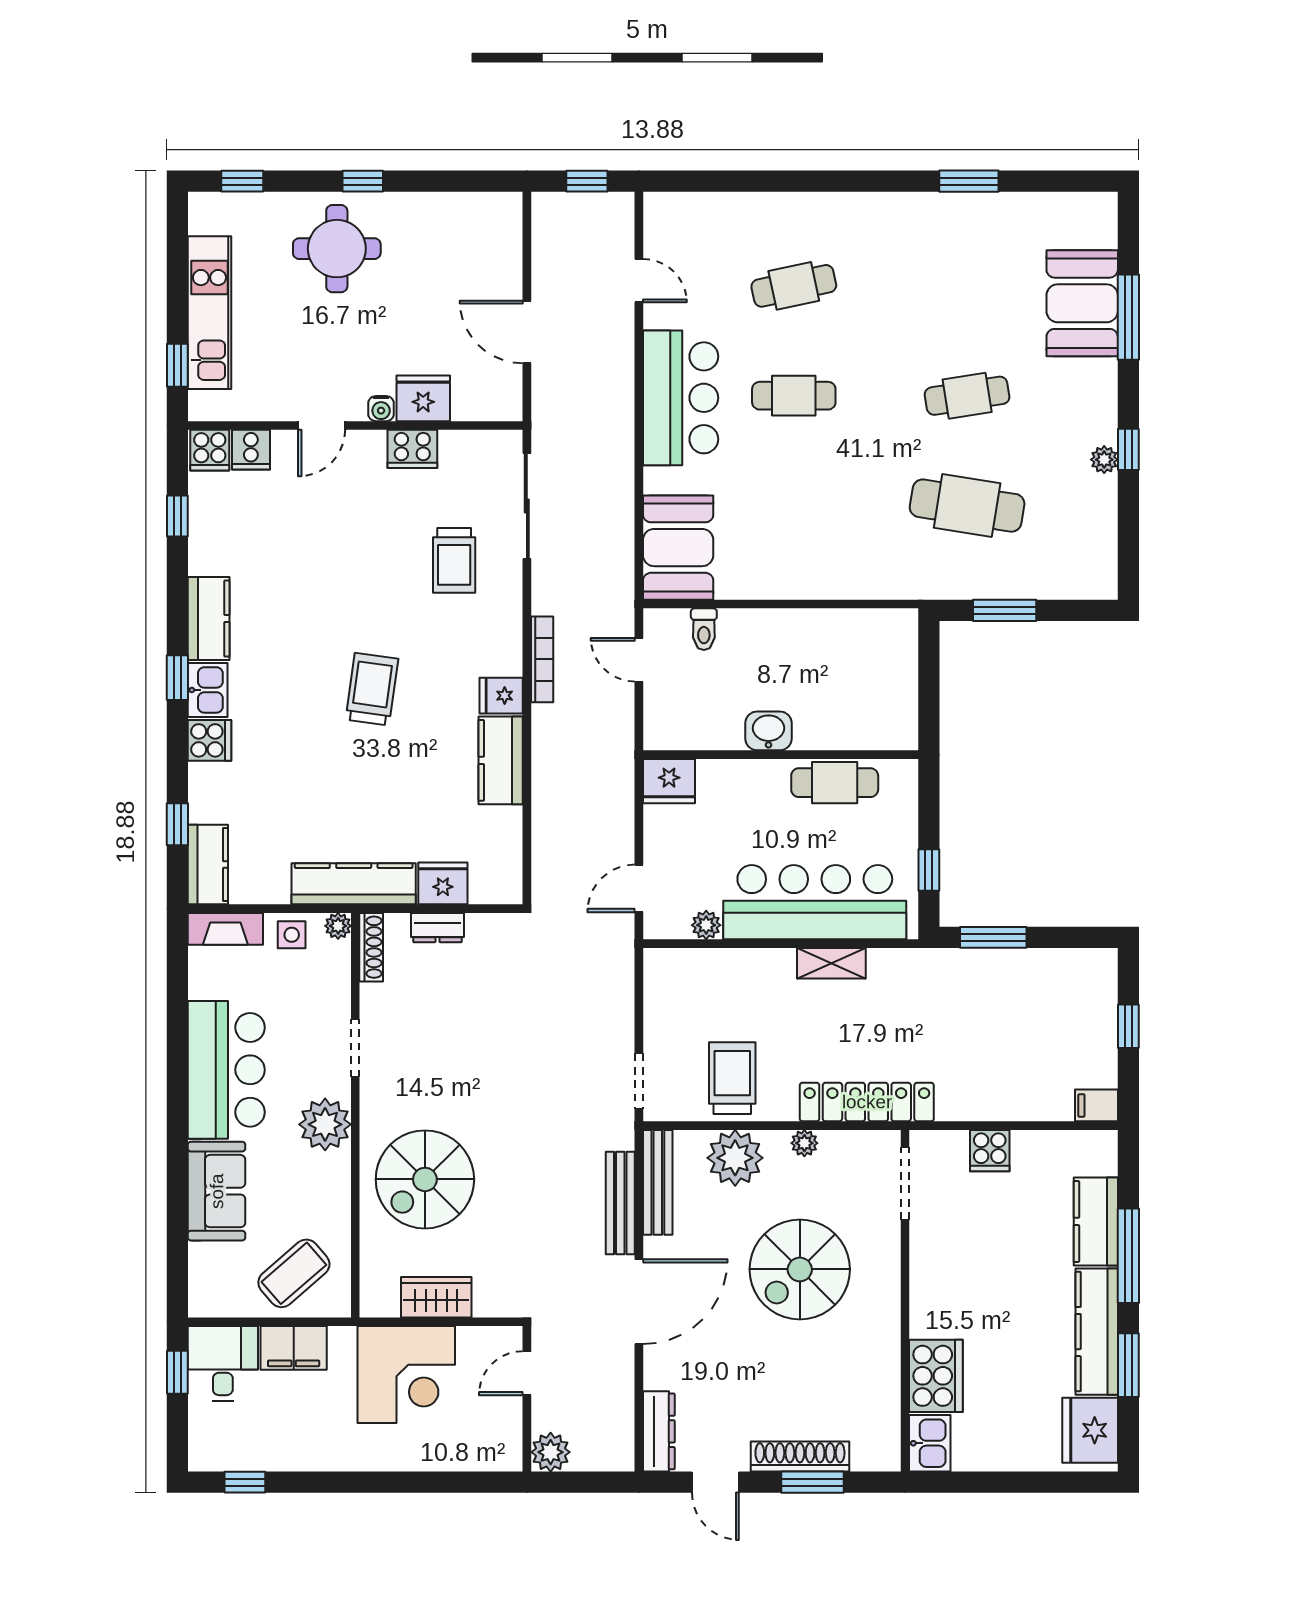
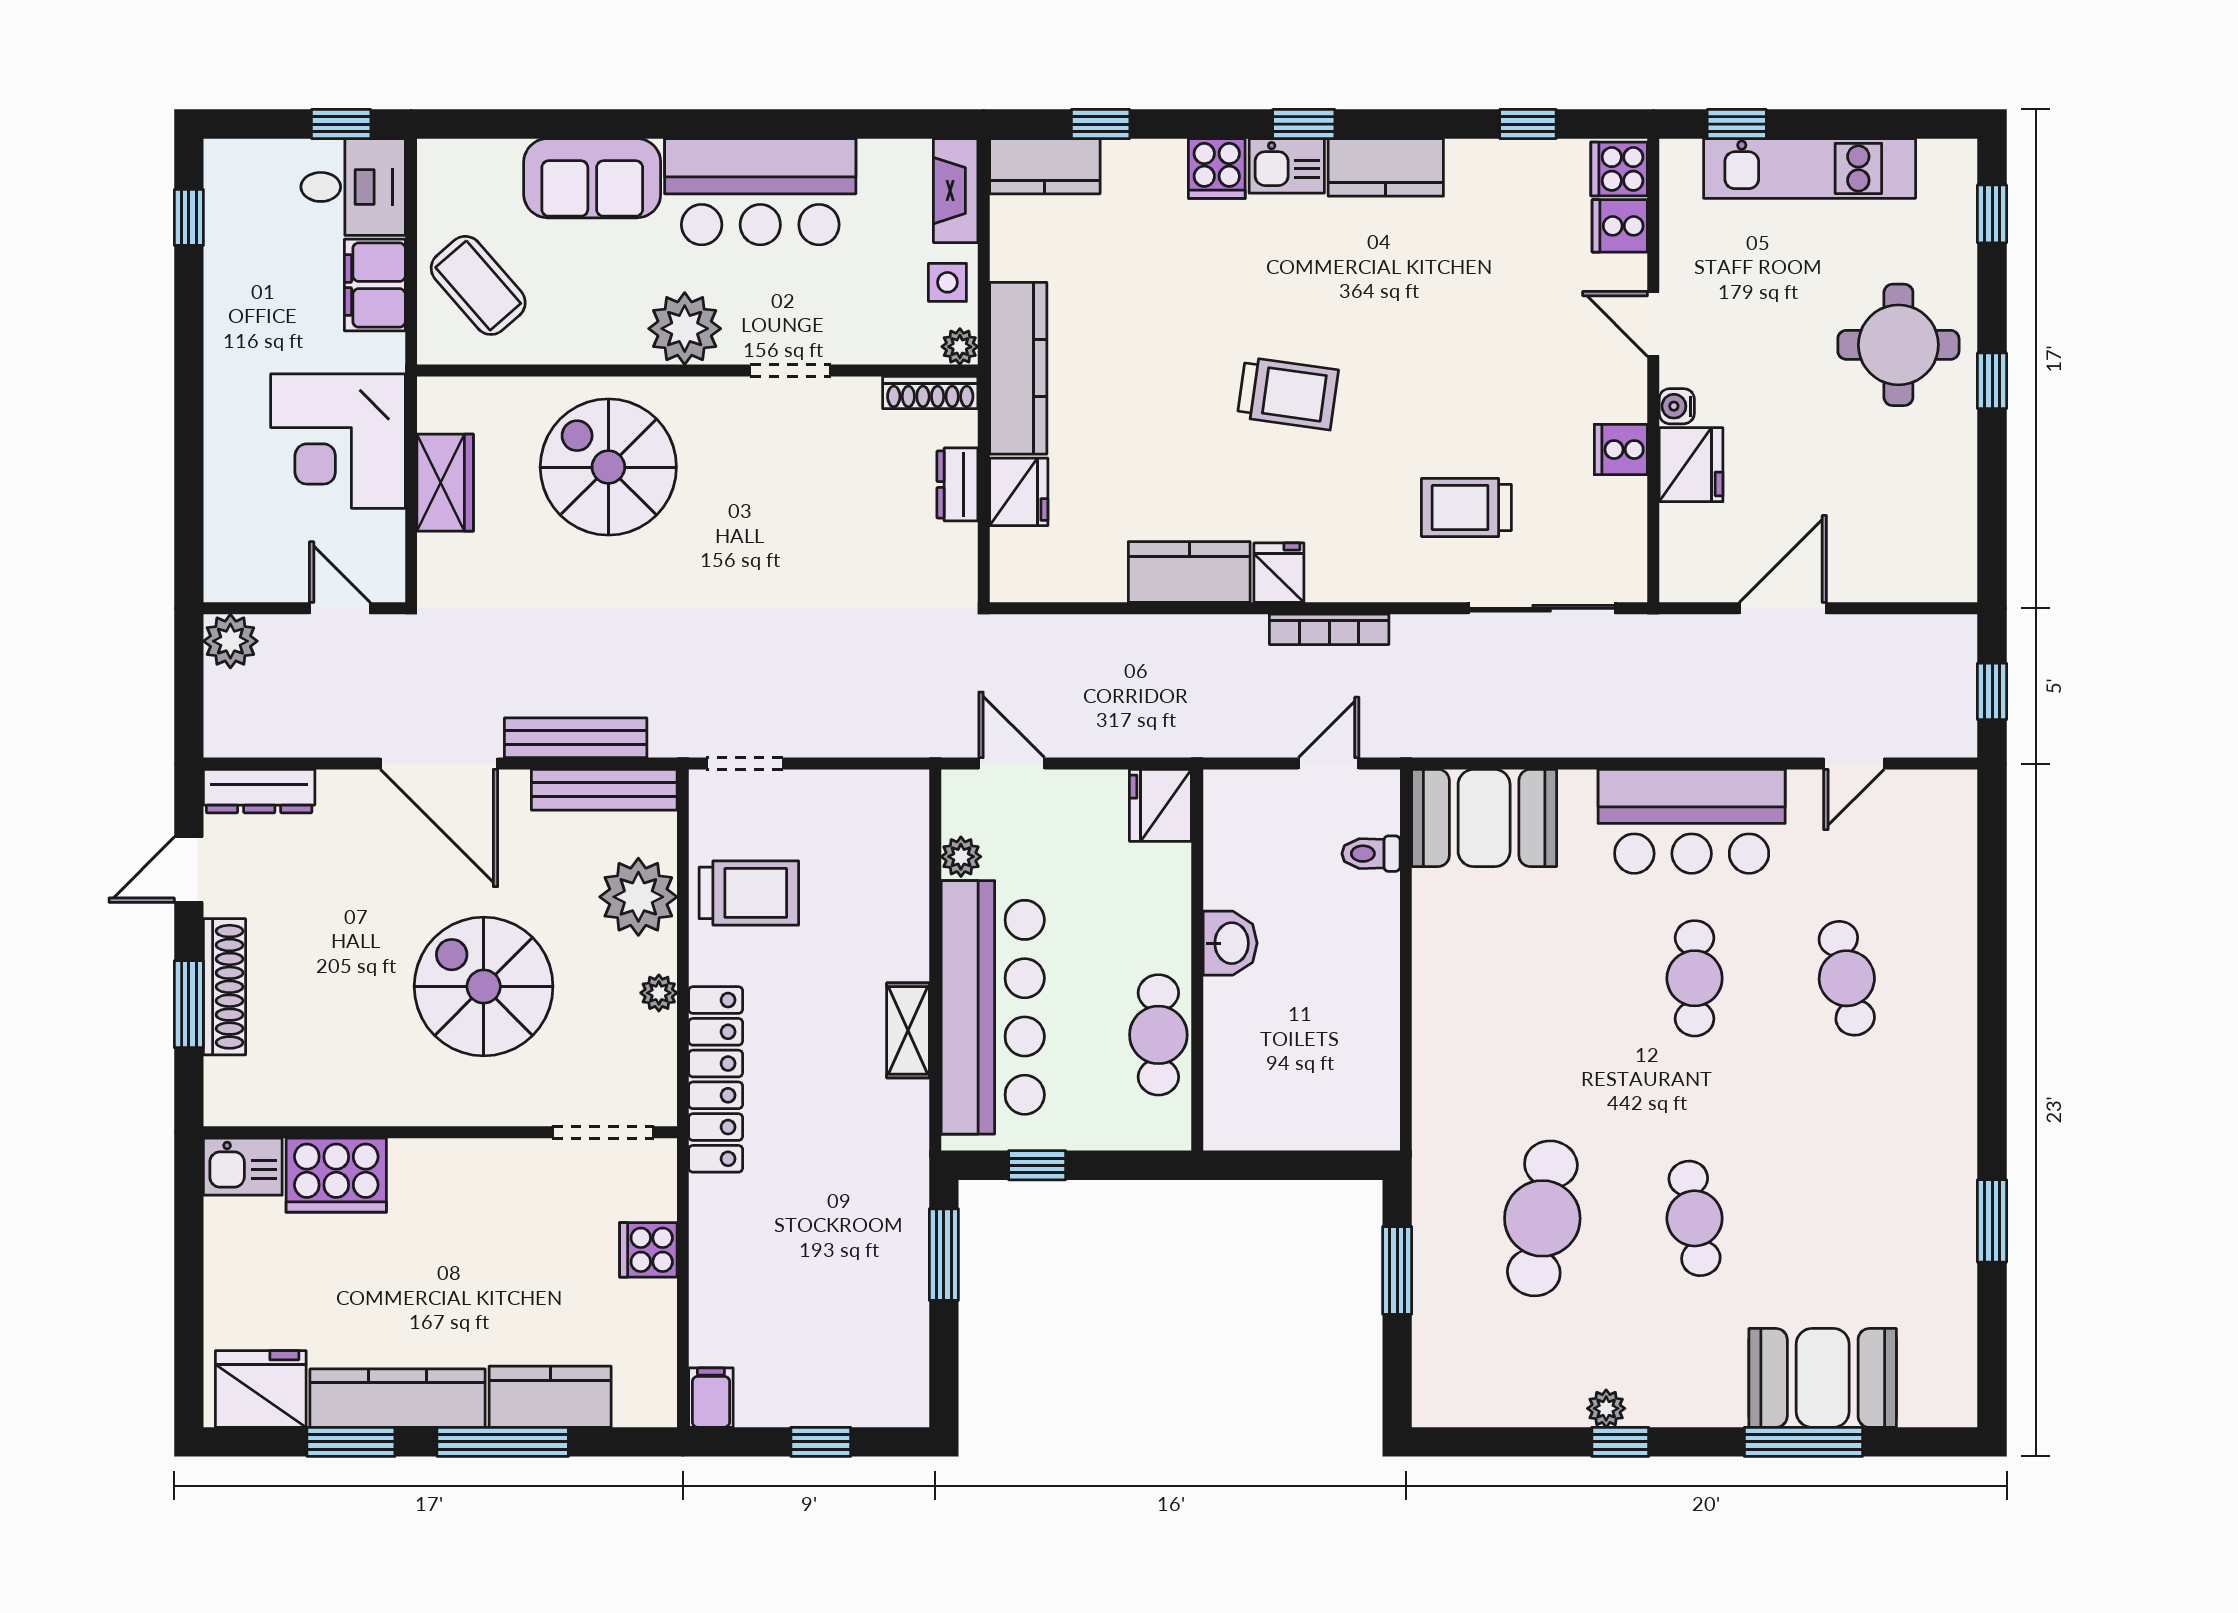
cooker: (412, 449) -> (1621, 450), width x0.73

